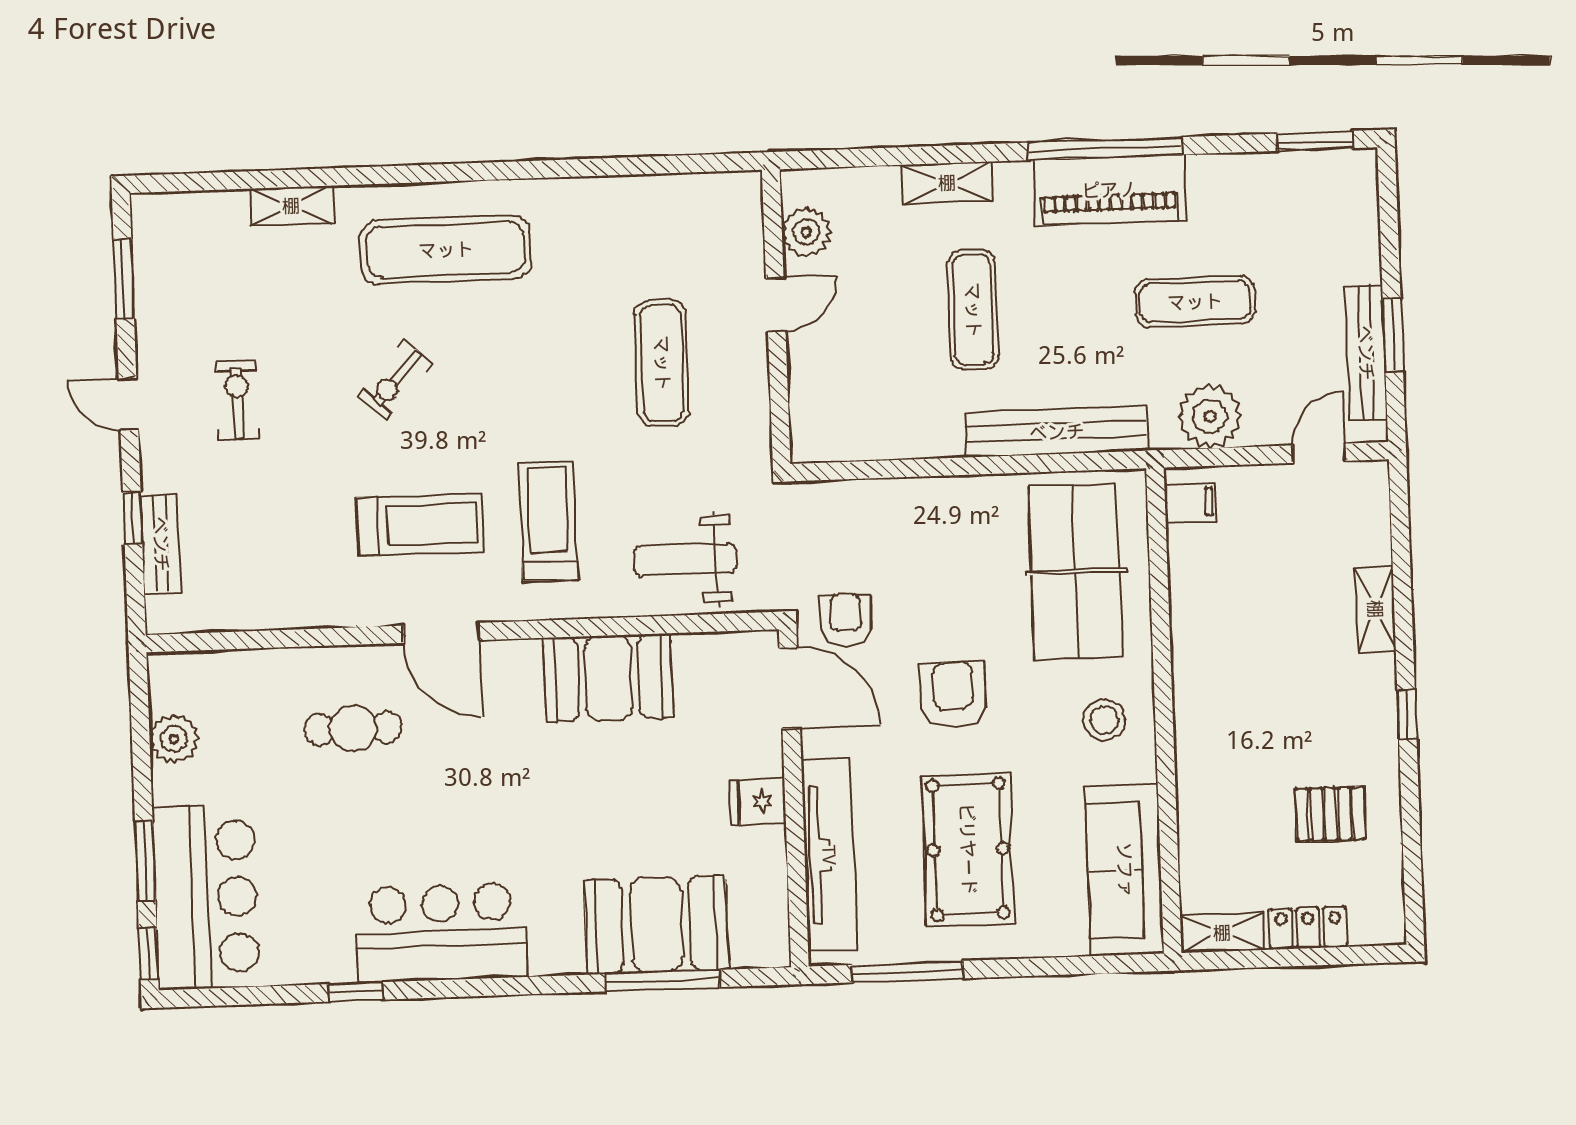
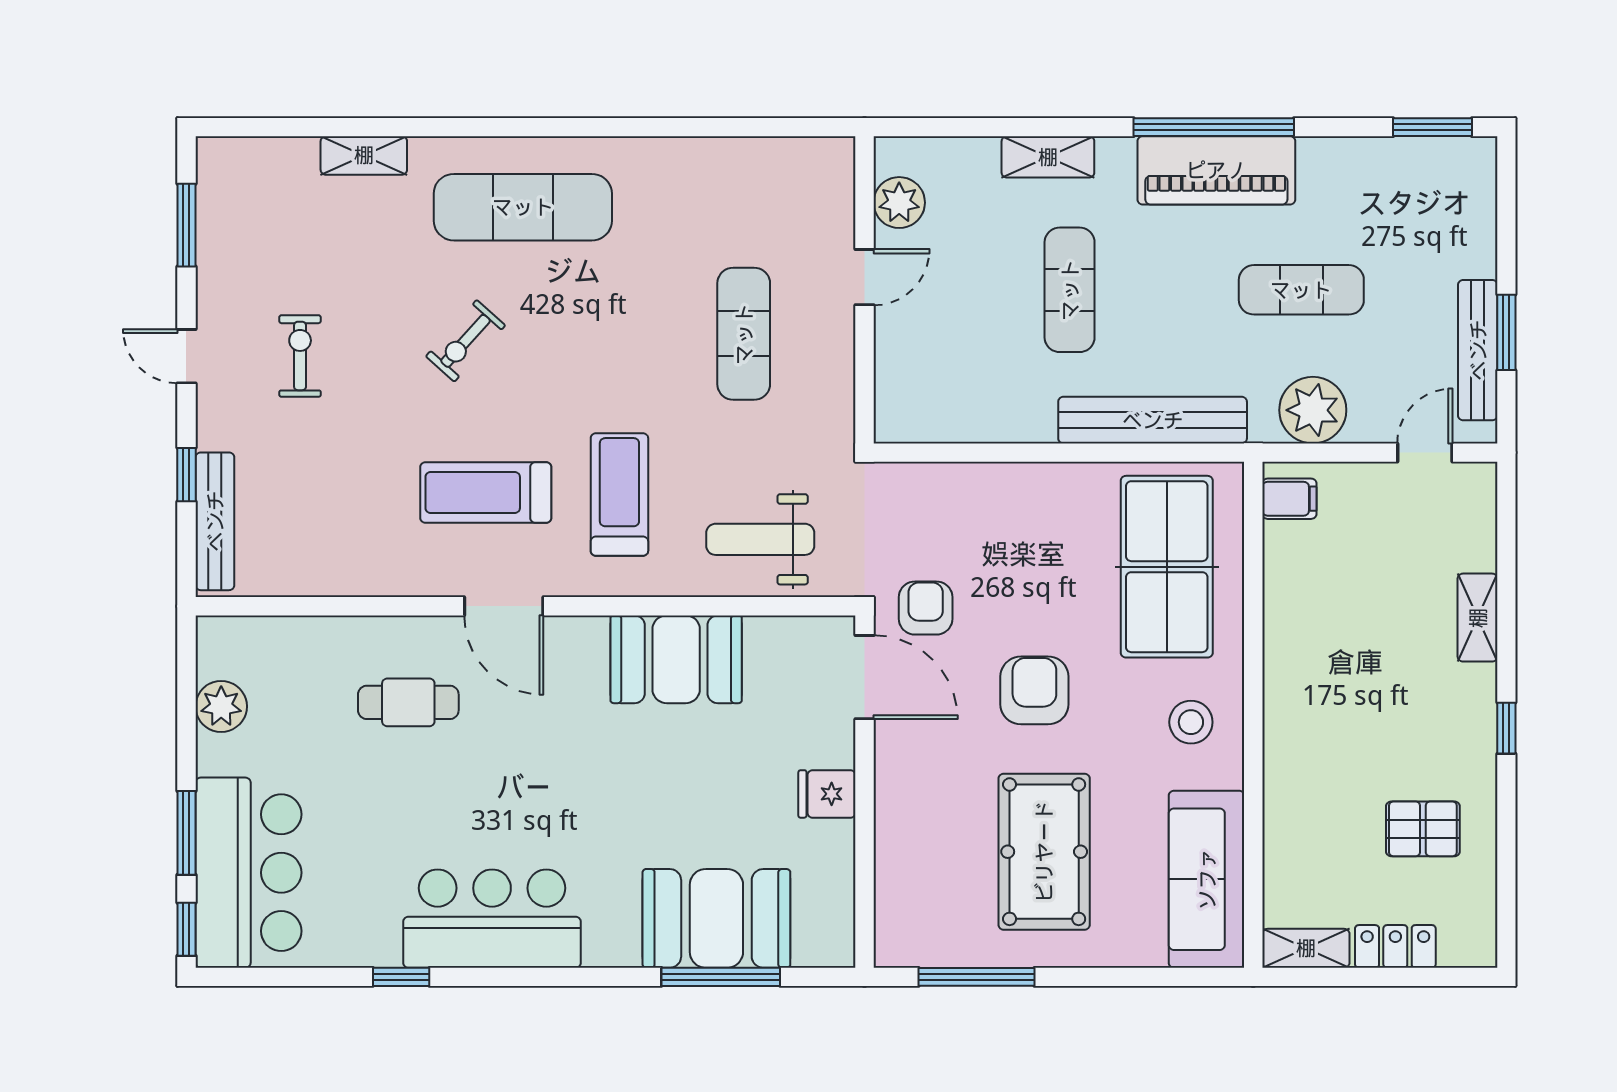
treadmill: (420, 525) -> (486, 493), turned 180
bench: (161, 544) -> (215, 521), width x1.36
tv unit: (829, 855) -> (899, 852), removed

